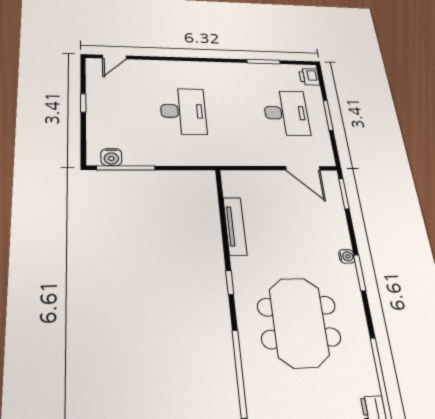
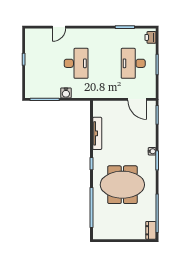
door: (114, 57) -> (59, 27), moved
desk: (286, 113) -> (133, 63), turned 180
water cooler: (111, 157) -> (66, 93), moved
meeting table: (299, 322) -> (122, 185), turned 90

